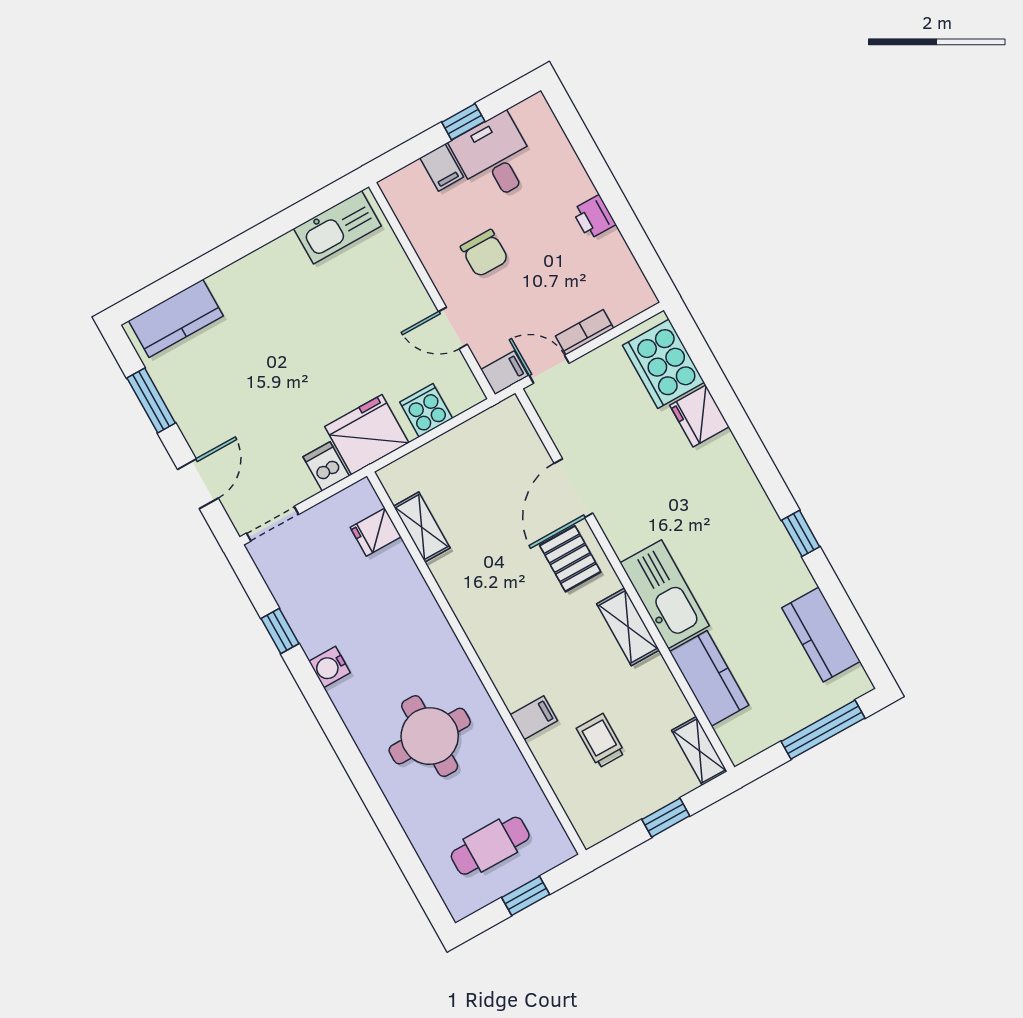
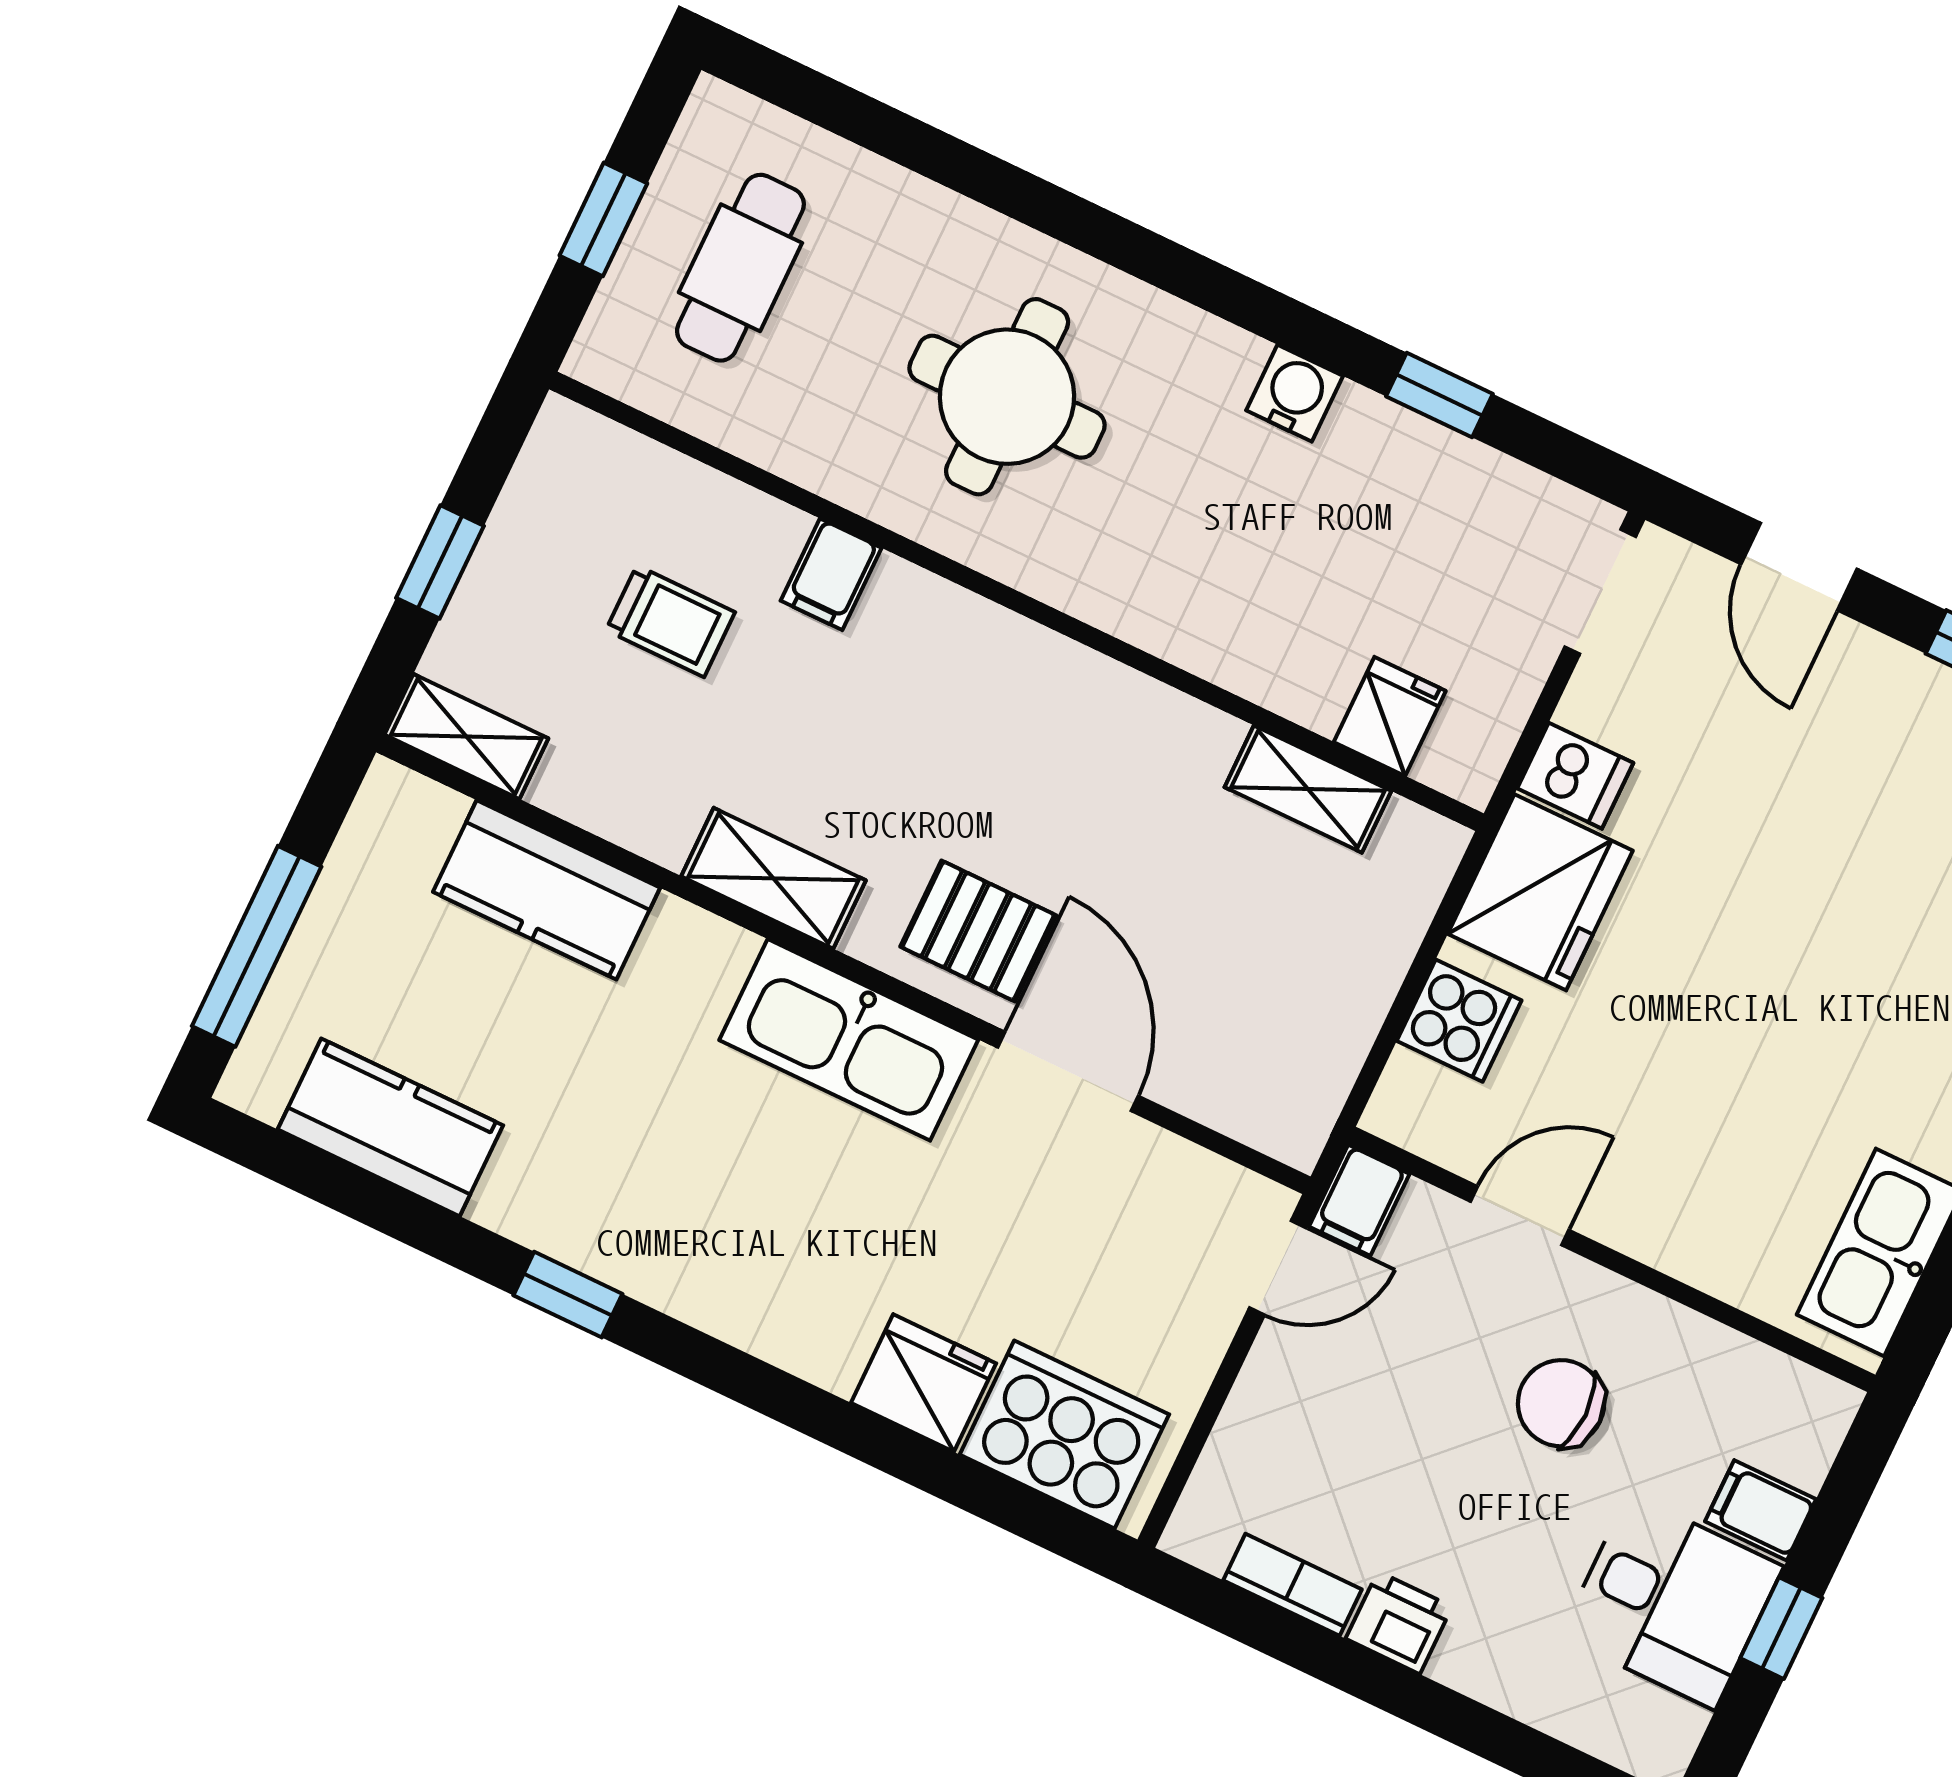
bookcase: (585, 332) -> (1292, 1585), moved, turned -90
kitchen sink: (665, 594) -> (849, 1040), moved

